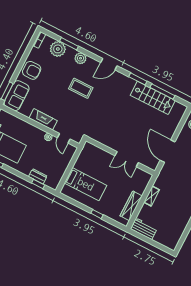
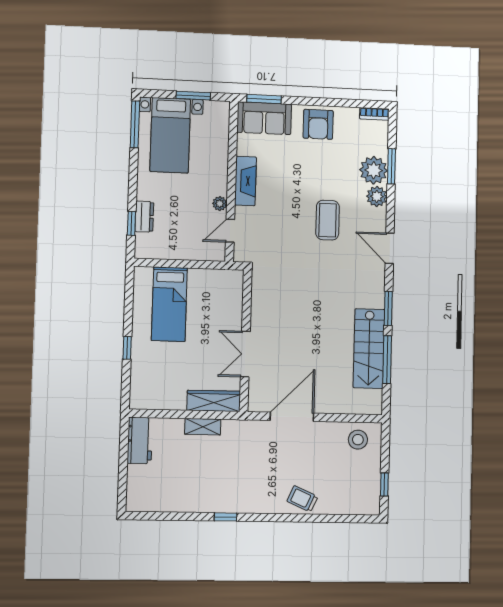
plant: (58, 49) -> (374, 170), moved
wardrobe: (131, 206) -> (214, 401), moved

